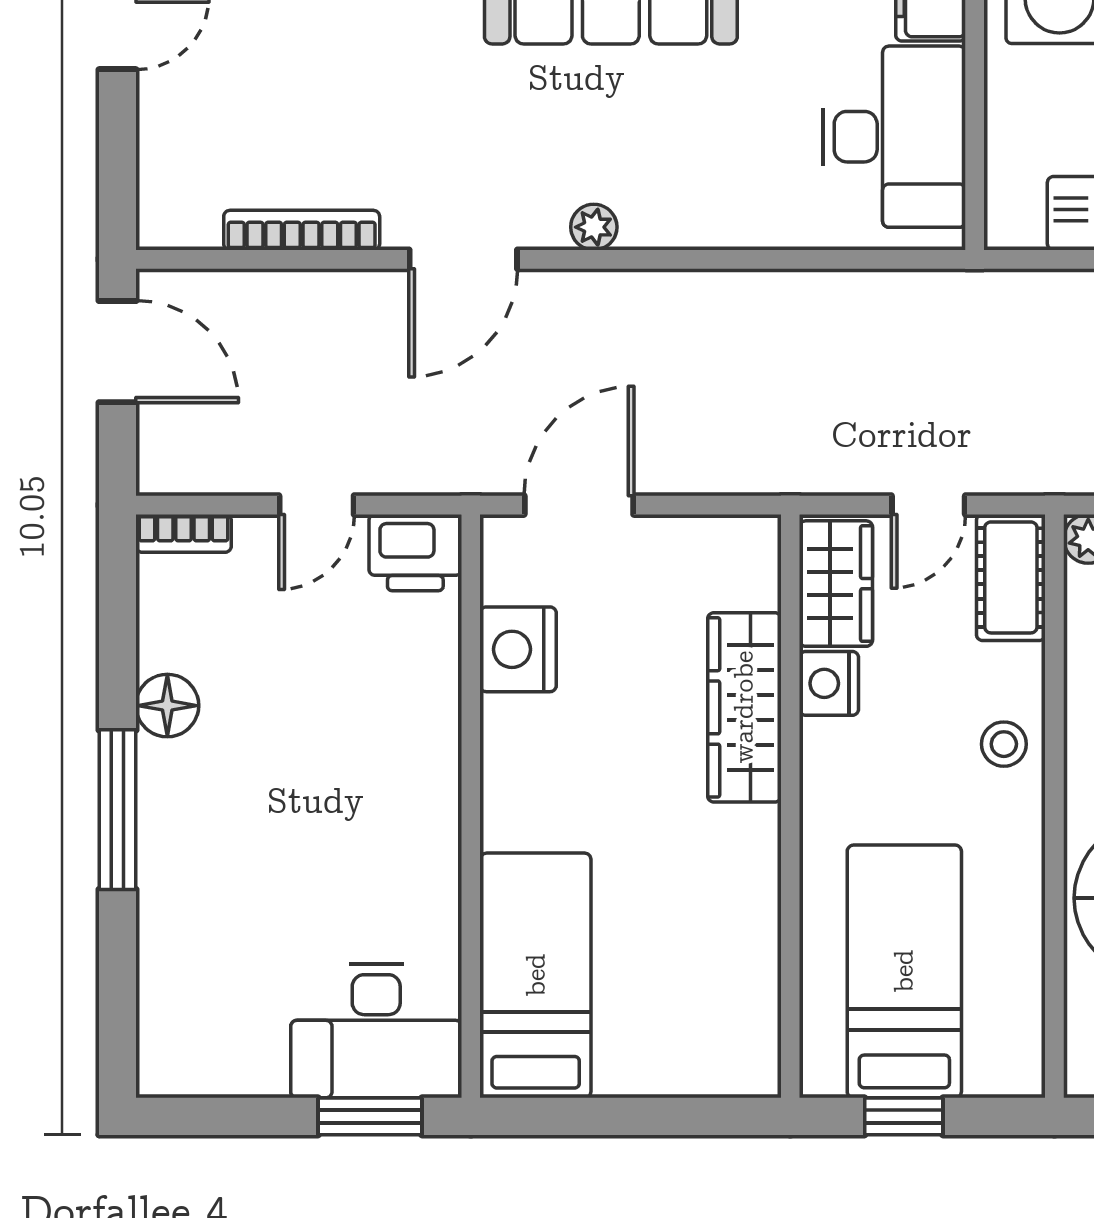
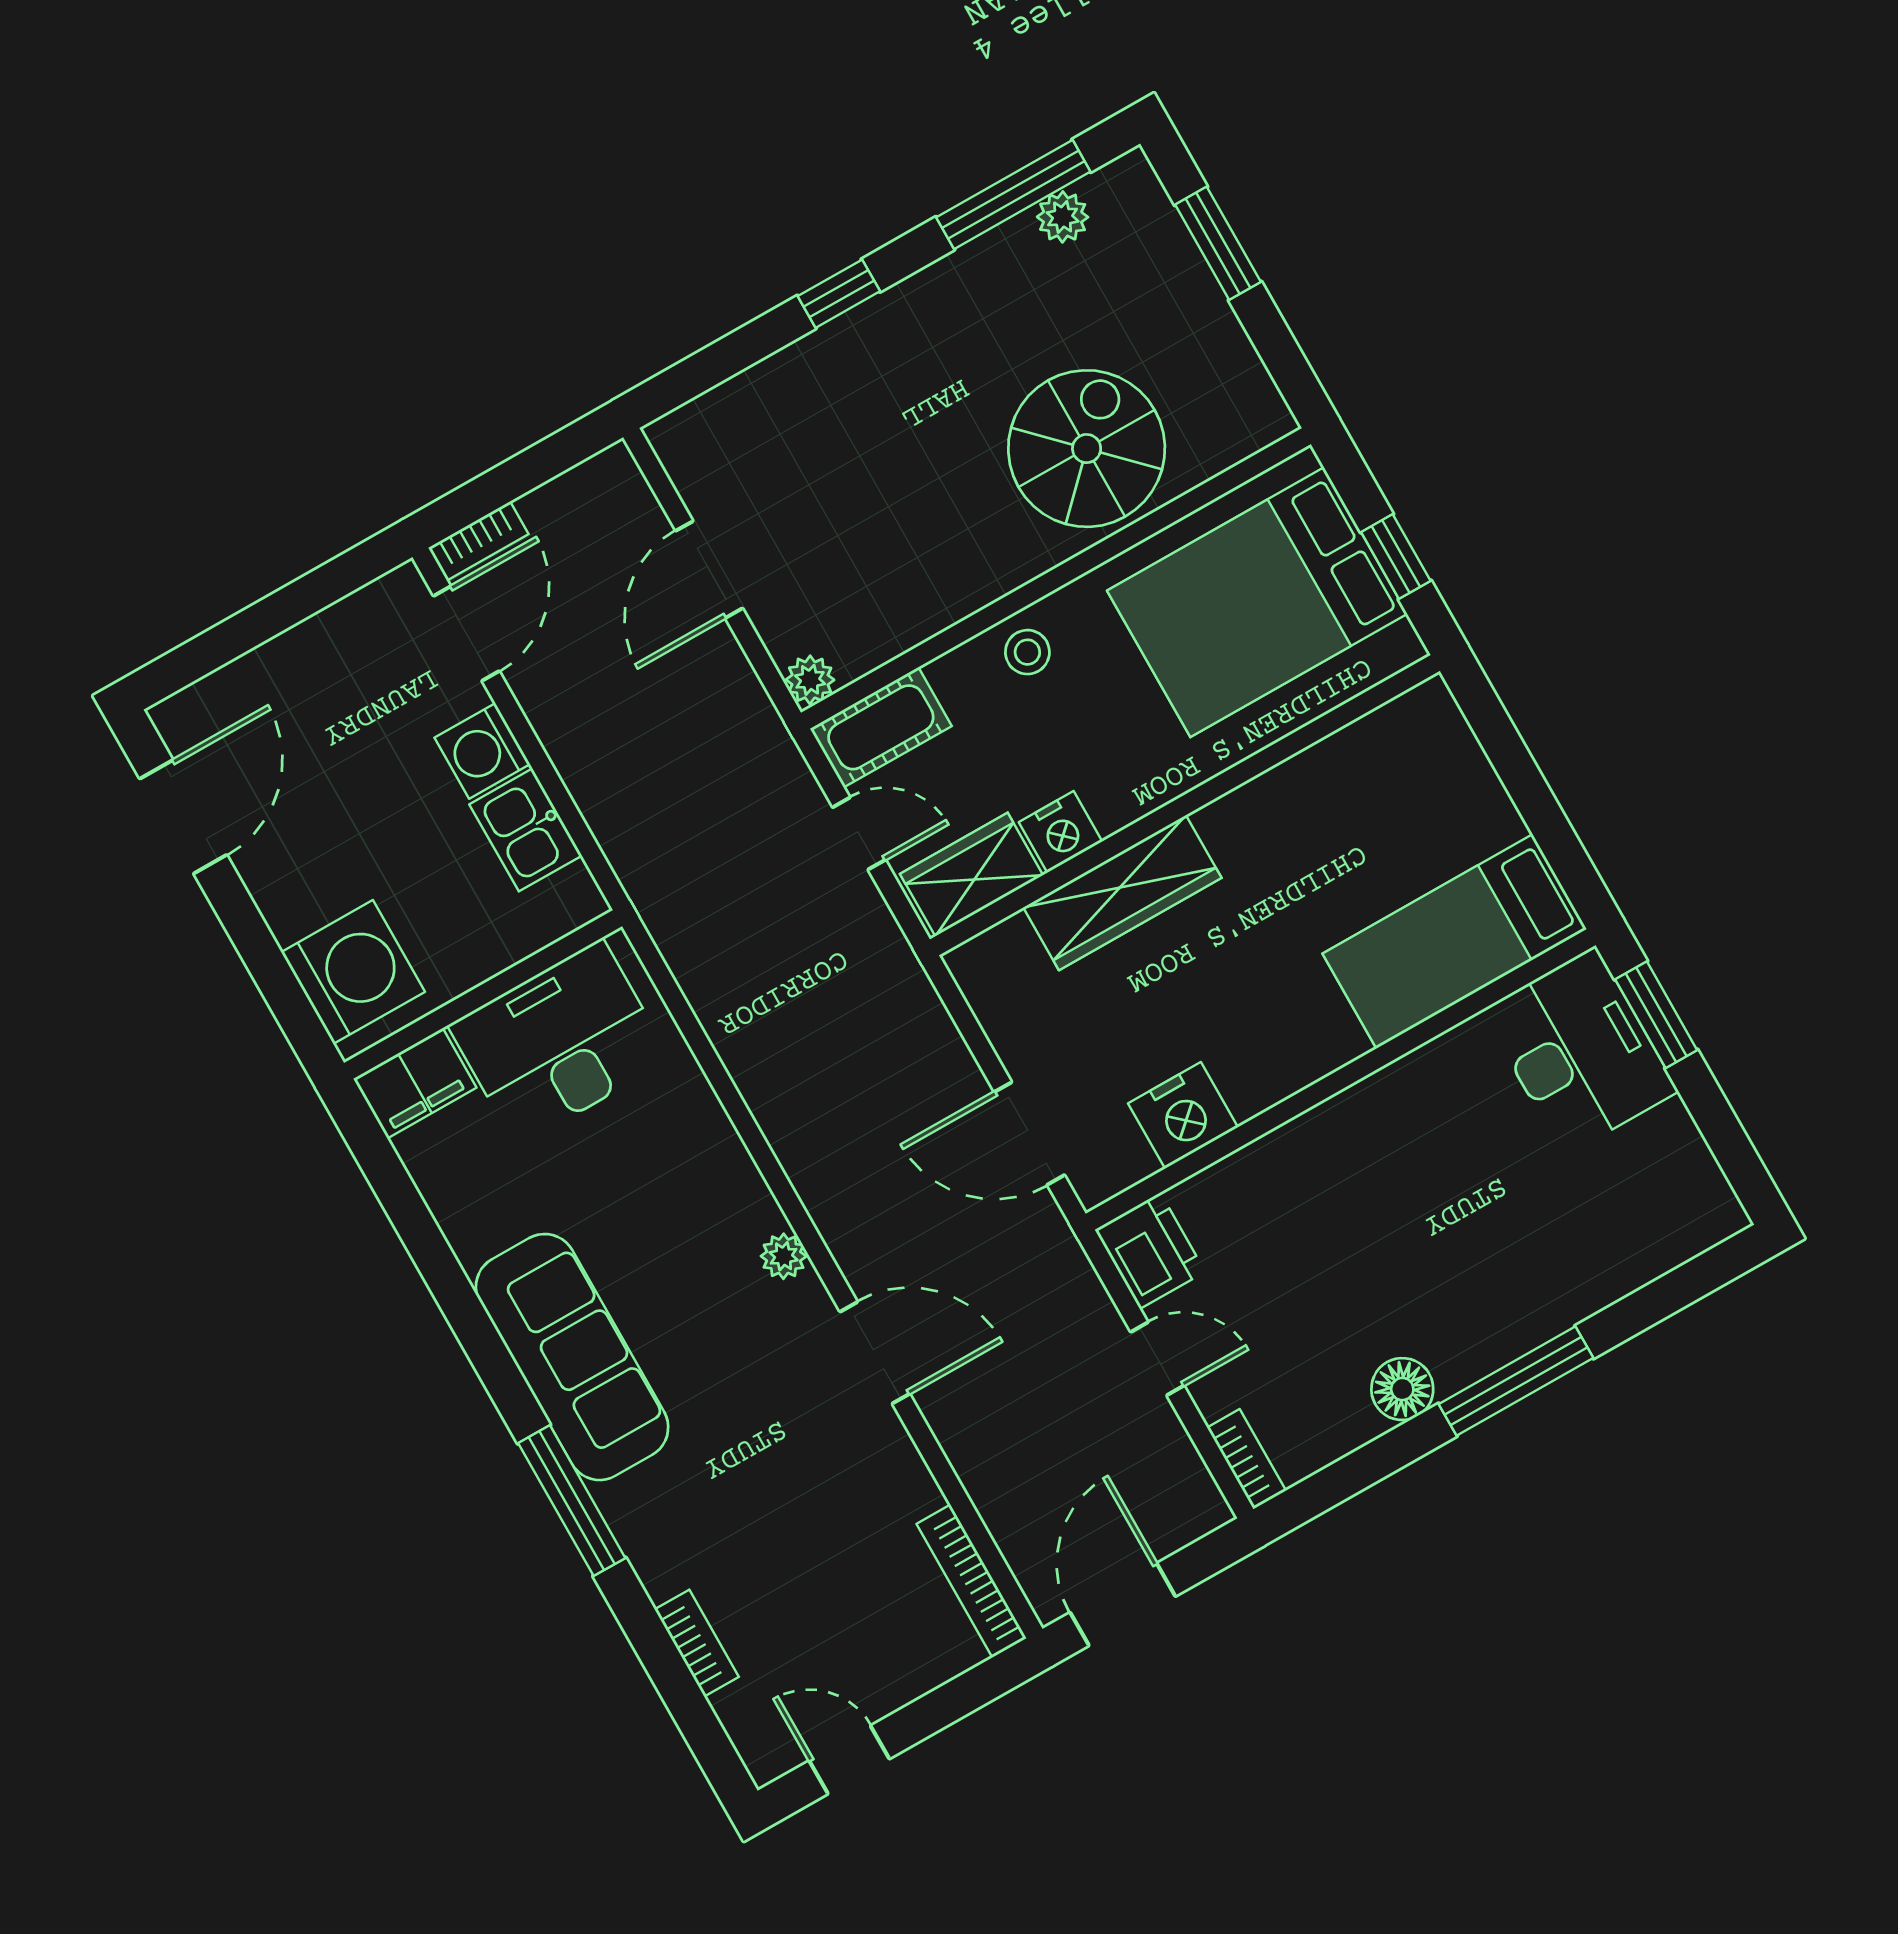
bookcase: (302, 230) -> (972, 1581), moved
bed: (904, 971) -> (1257, 602), width x1.50

